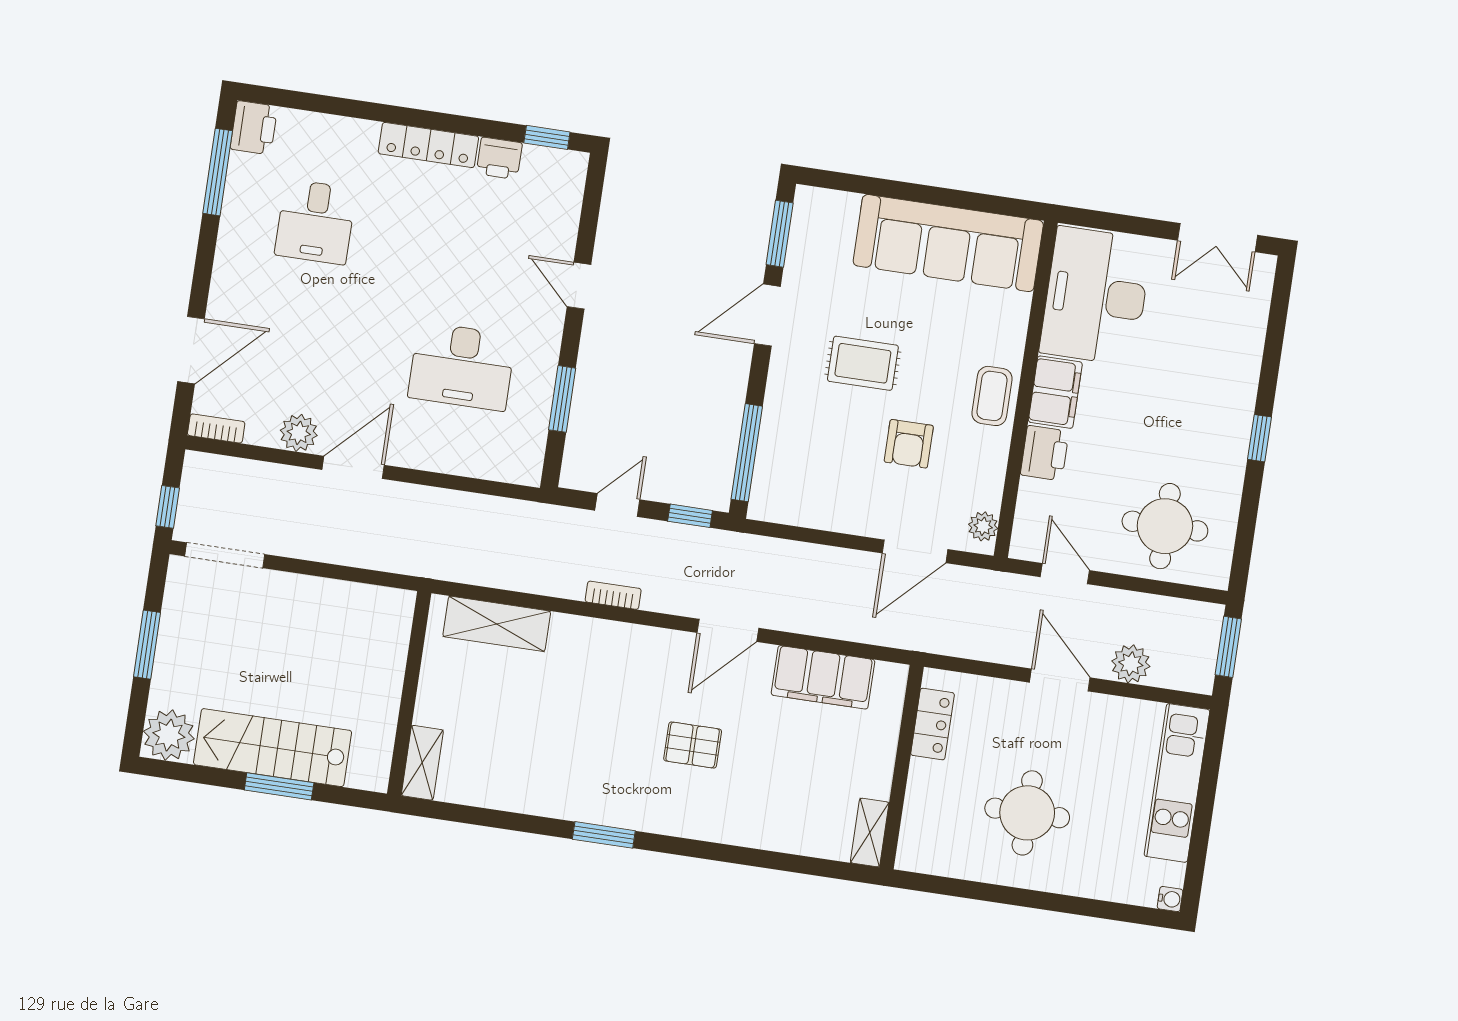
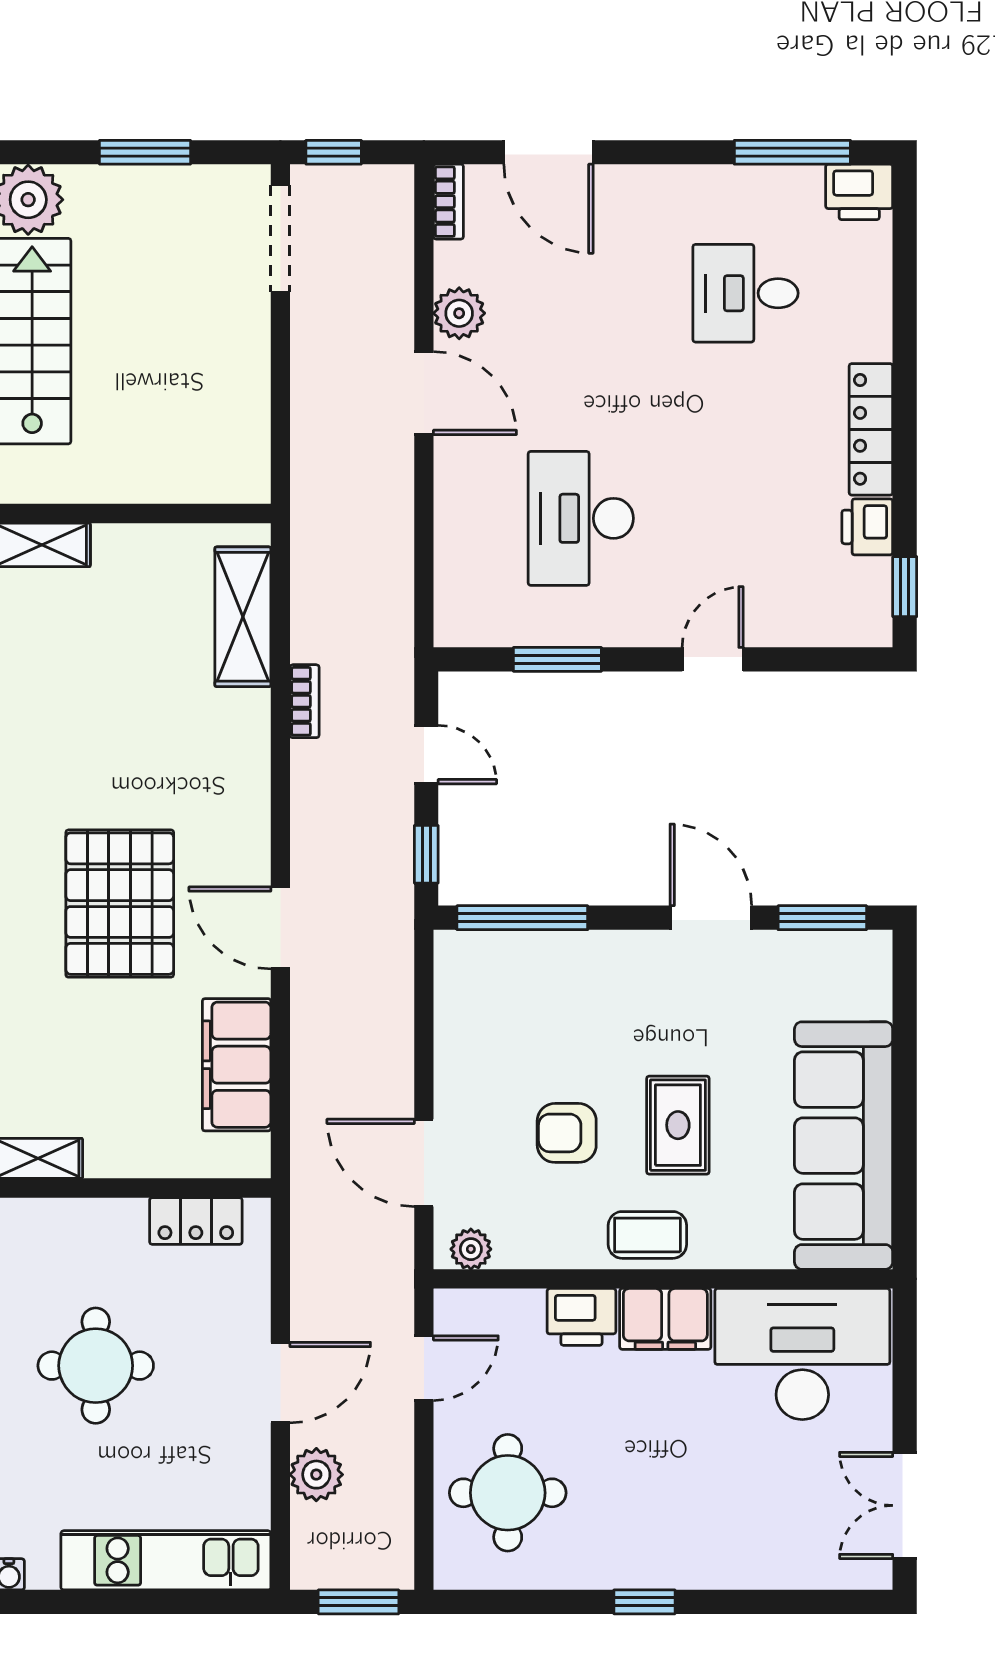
rug: (863, 363) -> (678, 1125), moved
bookcase: (613, 595) -> (305, 701), moved
pallet: (693, 745) -> (120, 904), width x2.05, depth x2.00

